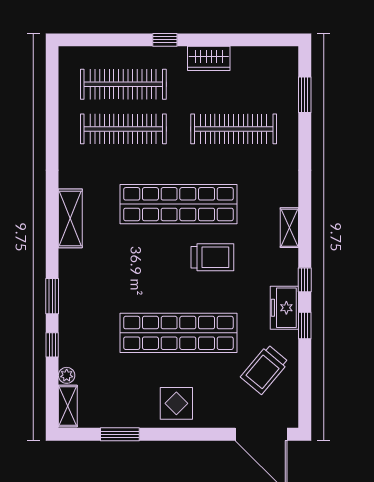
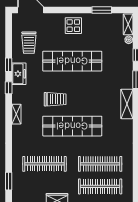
shelving: (70, 218) -> (127, 104), moved
trolley: (212, 257) -> (55, 99), turned 180
trolley: (264, 370) -> (29, 43), turned 140

